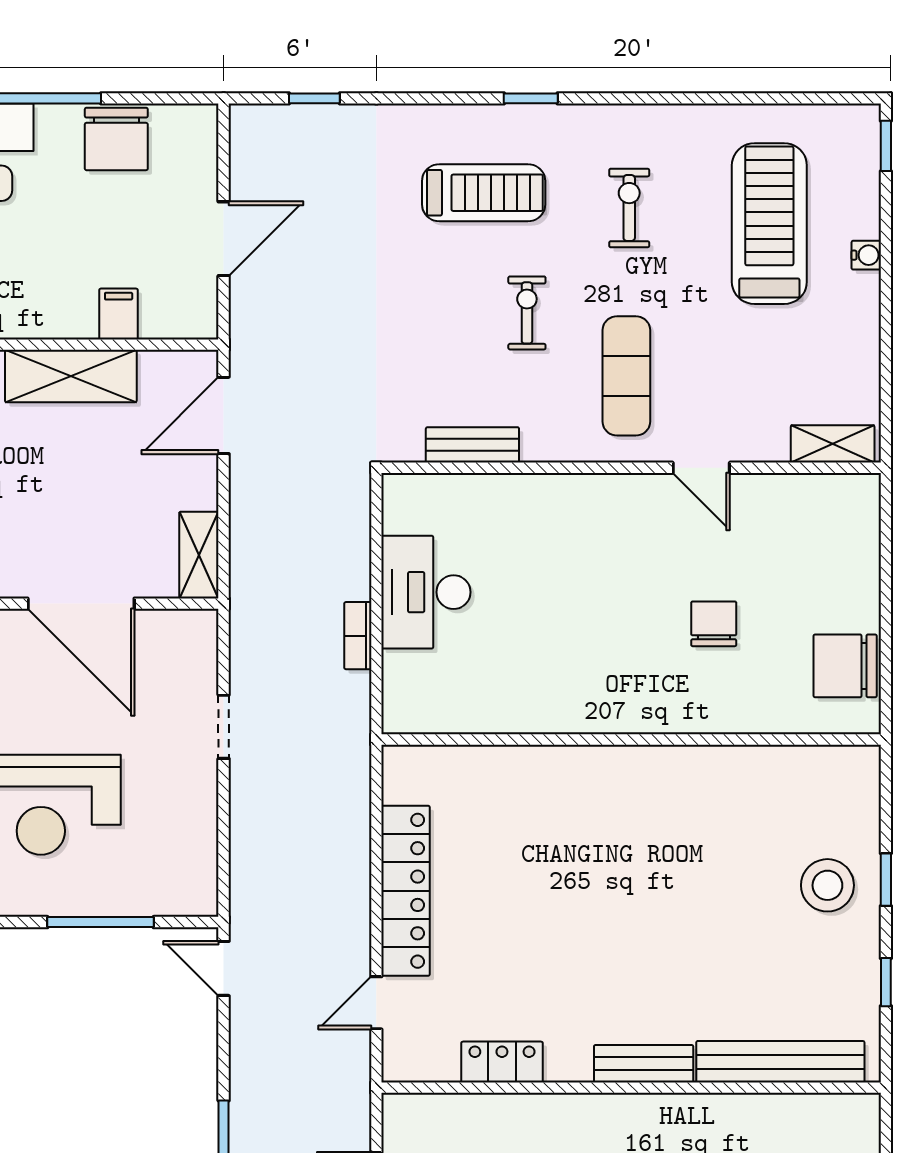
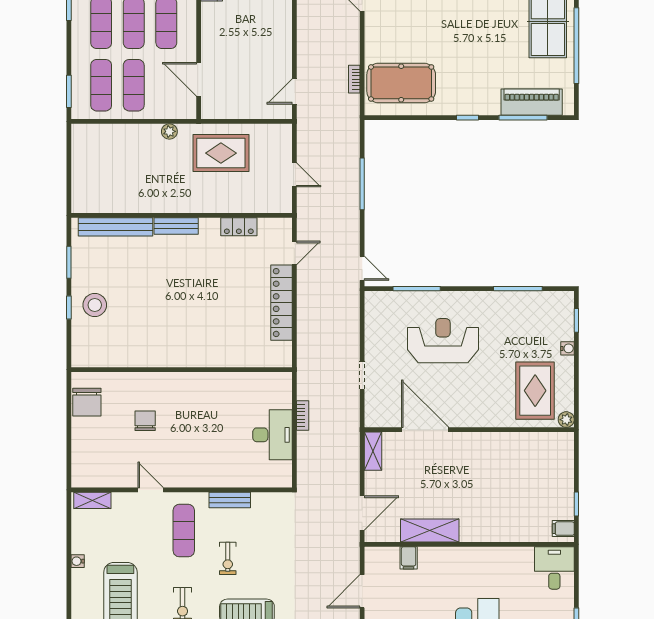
water cooler: (866, 255) -> (78, 561), moved
bench: (472, 445) -> (230, 500), moved
chair: (714, 624) -> (145, 421), turned 180
chair: (845, 666) -> (87, 402), turned 90
window: (886, 982) -> (69, 262), width x1.50

